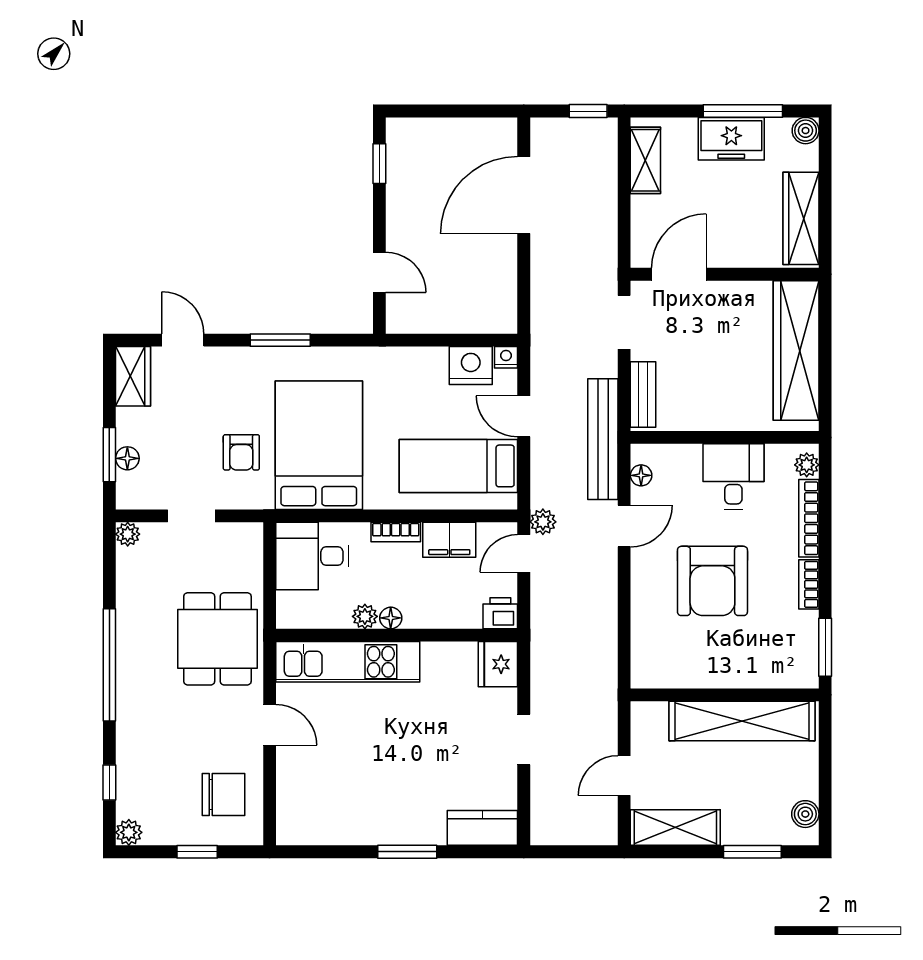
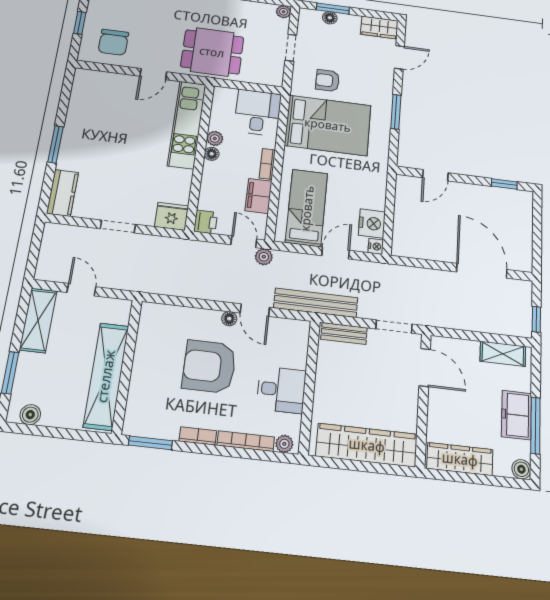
floor lamp: (641, 475) -> (229, 319), moved

